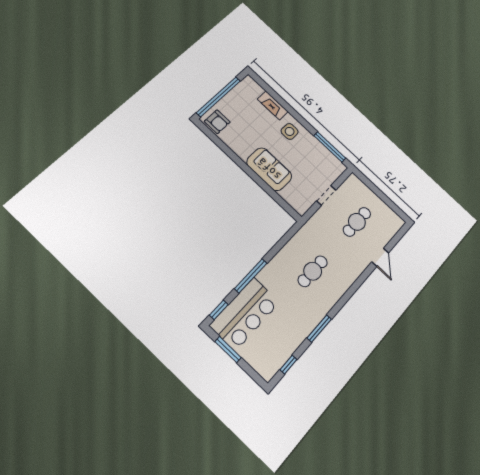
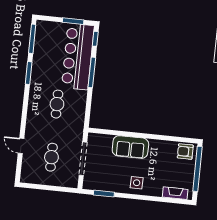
fireplace: (273, 105) -> (175, 193), moved
window: (330, 147) -> (104, 194), width x0.69
doorway: (326, 195) -> (83, 159), width x1.88
bar counter: (245, 314) -> (78, 57), width x1.36
window: (288, 365) -> (32, 39), width x2.17

